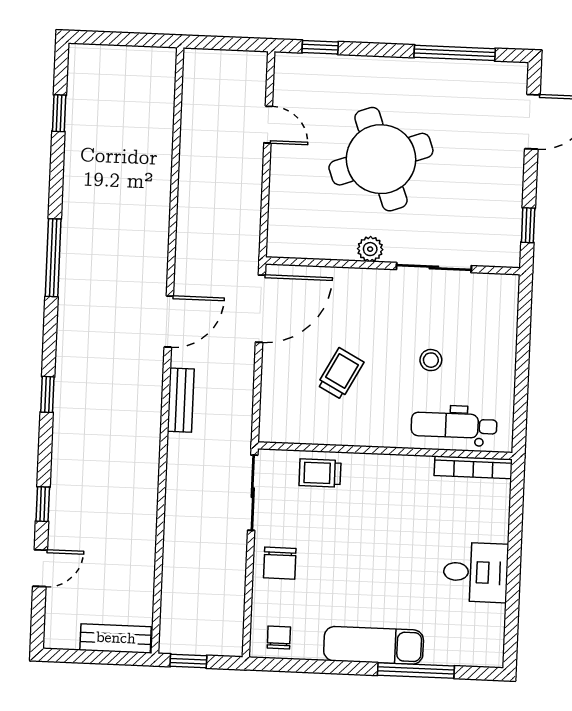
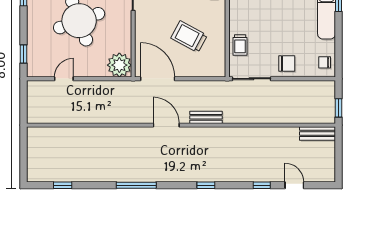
plant: (370, 249) -> (119, 65), moved, width x1.88, depth x1.88
trolley: (340, 374) -> (189, 37), width x1.36, depth x1.39
bench: (116, 638) -> (317, 133), moved, turned 90

